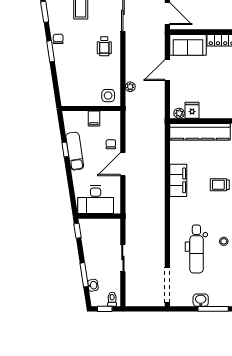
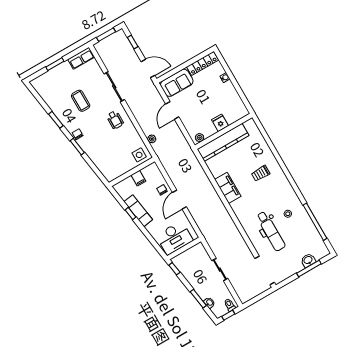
fridge: (192, 110) -> (220, 123), moved
washbasin: (201, 300) -> (308, 260), moved

